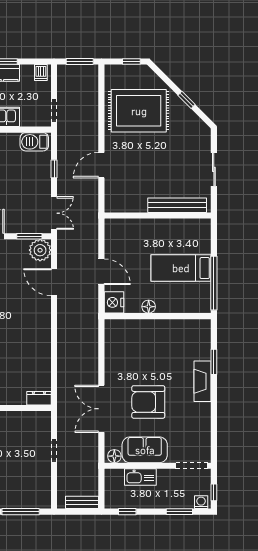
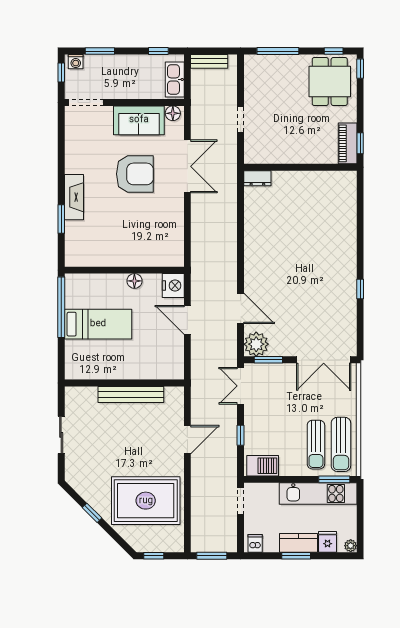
bench: (177, 205) -> (131, 395), moved
kitchen sink: (140, 477) -> (175, 79), moved, turned -90

